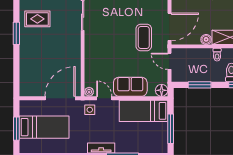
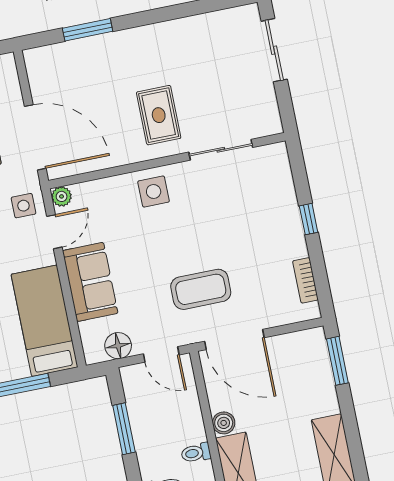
rug: (37, 19) -> (159, 115), moved
window: (16, 33) -> (88, 30), moved
side table: (95, 50) -> (154, 191), added
door: (169, 61) -> (161, 354), swing flipped
floor lamp: (162, 90) -> (118, 346), moved

